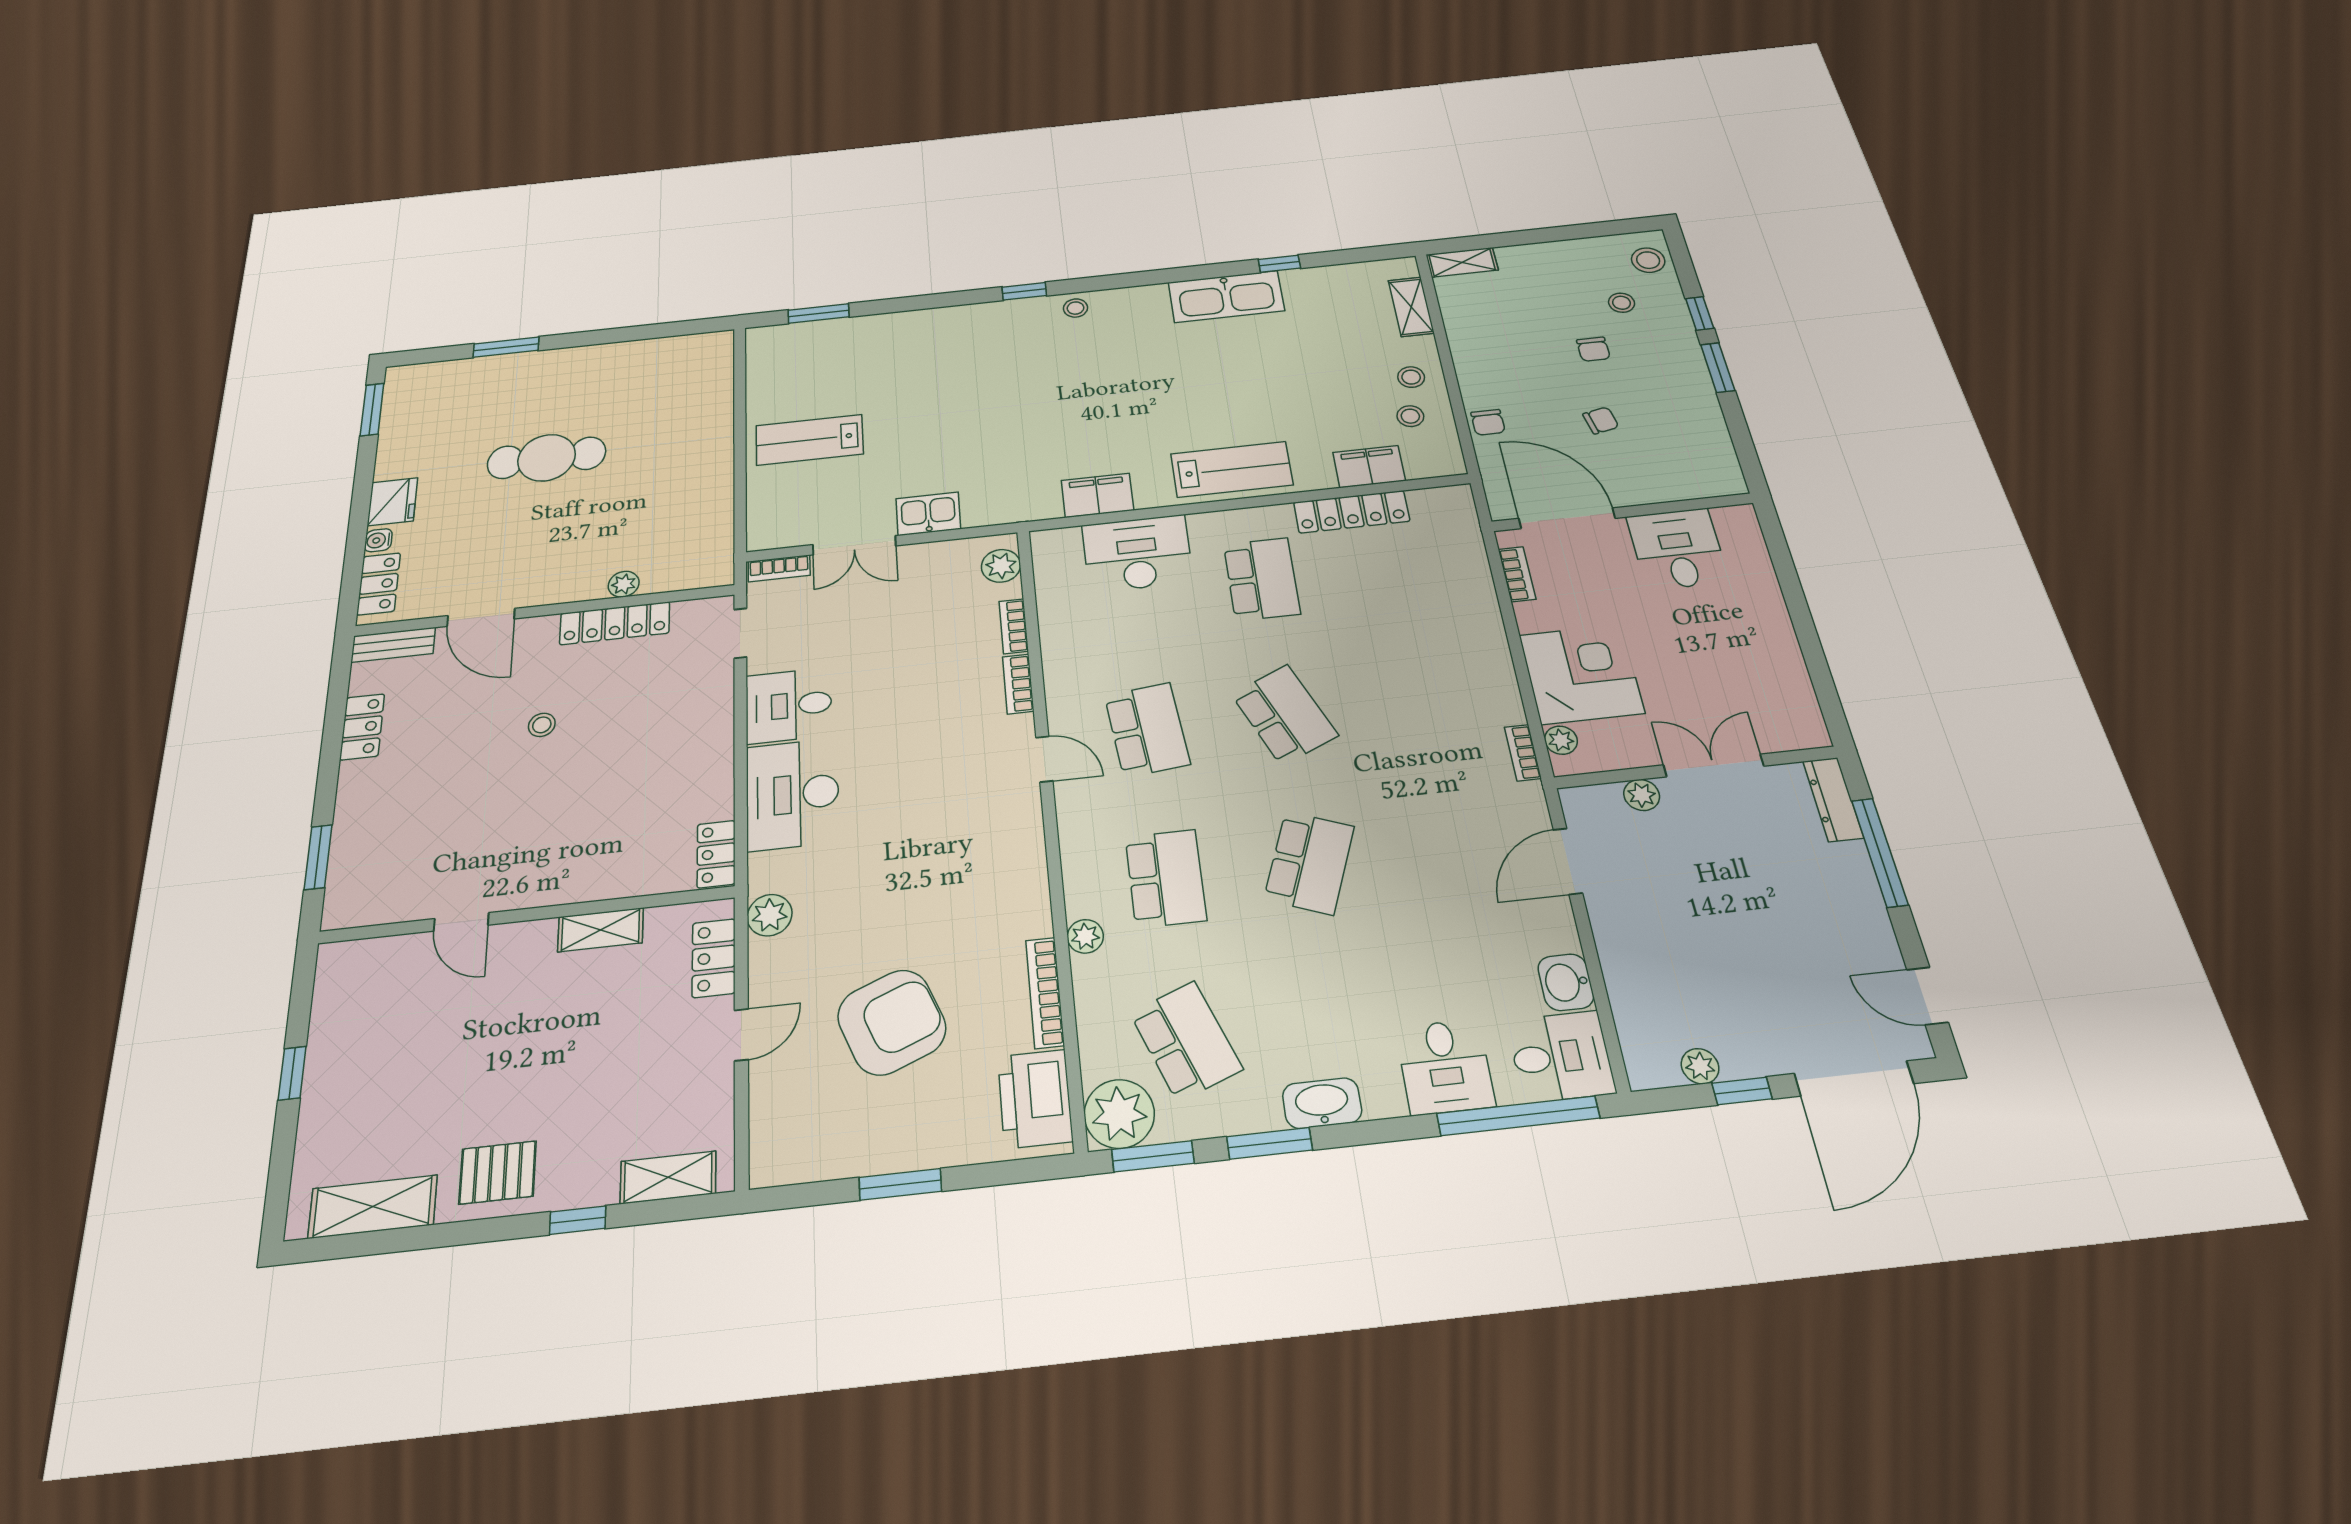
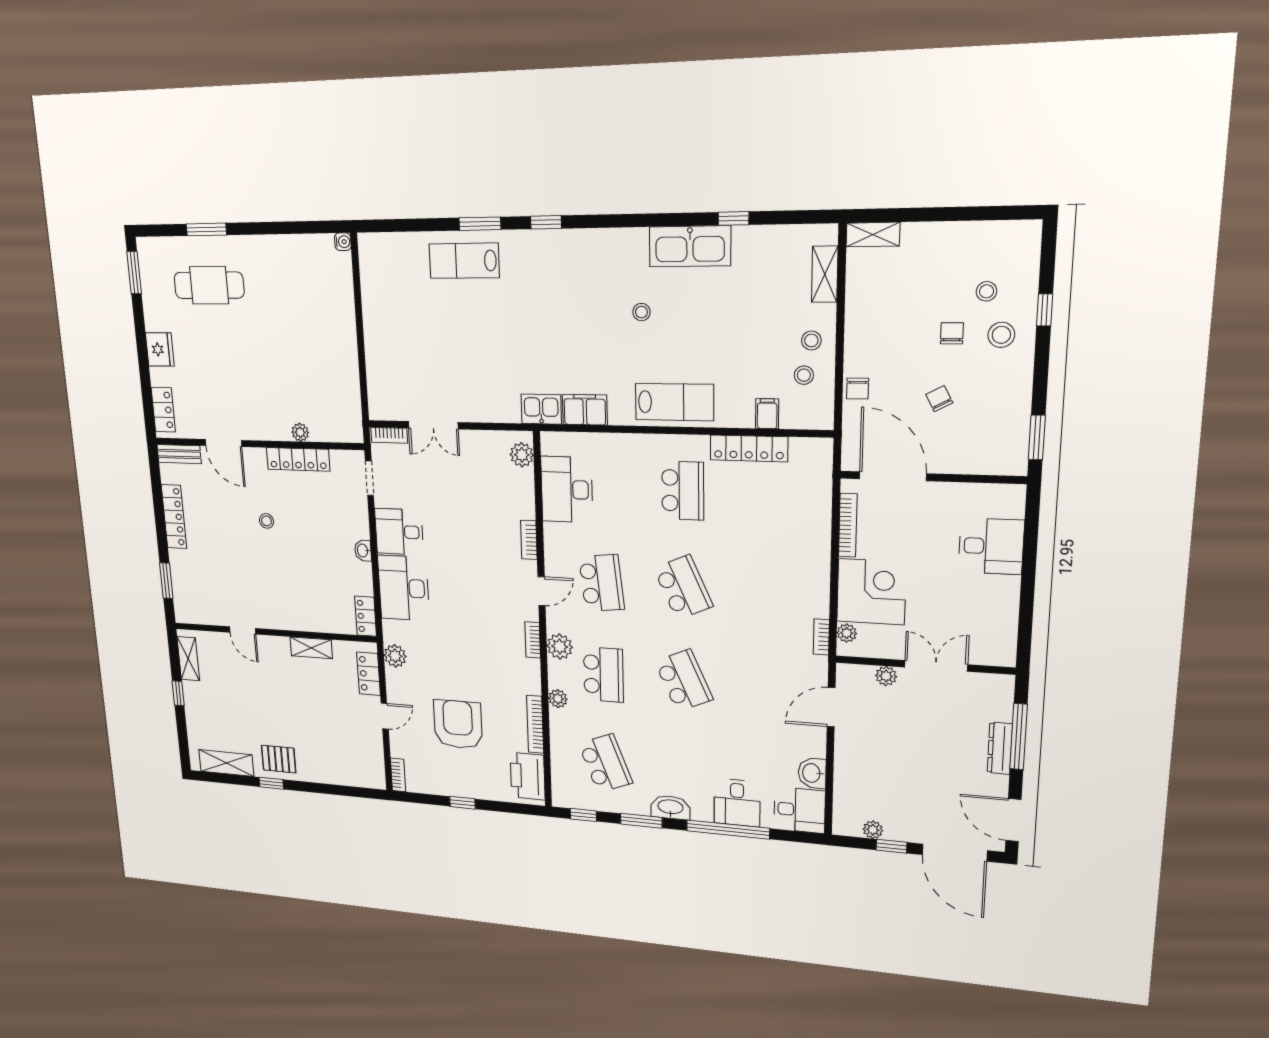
stool: (1648, 260) -> (1001, 335), moved
stool: (1076, 308) -> (641, 312), moved
window: (819, 313) -> (480, 224), moved
chair: (1593, 349) -> (952, 333), turned 180
window: (1718, 368) -> (1037, 437), moved
chair: (1601, 420) -> (939, 399), turned -106
lab bench: (810, 440) -> (464, 261), moved
cafe table: (547, 458) -> (209, 285), moved
filing cabinet: (1369, 467) -> (767, 414), width x0.50
kitchen sink: (928, 514) -> (541, 409), moved
water cooler: (378, 540) -> (343, 242), moved, turned 180
desk: (1677, 549) -> (991, 546), moved, turned 90
desk: (1137, 553) -> (567, 490), moved, turned -90
bookcase: (1517, 574) -> (848, 525), width x1.56
bookcase: (1014, 626) -> (533, 640), moved
locker: (362, 727) -> (174, 517), width x1.53
washbasin: (720, 745) -> (363, 551), added
door: (1044, 759) -> (542, 591), hinge flipped
dresser: (1833, 799) -> (1000, 748), moved
school desk: (1309, 863) -> (684, 680), turned -45
door: (1928, 996) -> (1013, 820), width x1.38
armchair: (892, 1022) -> (458, 724), turned -68
door: (1854, 1079) -> (955, 853), hinge flipped
plant: (1119, 1114) -> (560, 647), moved, width x0.73, depth x0.73
window: (1518, 1116) -> (728, 830), moved
bookcase: (763, 1153) -> (398, 775), added
window: (1153, 1156) -> (583, 815), width x0.67
shelving: (668, 1177) -> (188, 659), moved, turned 90
window: (900, 1184) -> (462, 803), width x0.67
window: (578, 1220) -> (271, 783), moved

